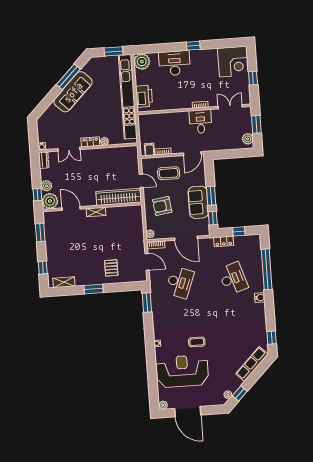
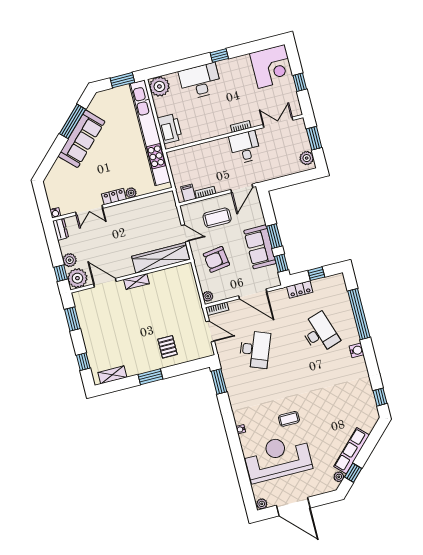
row of seats: (252, 364) -> (352, 451), moved

